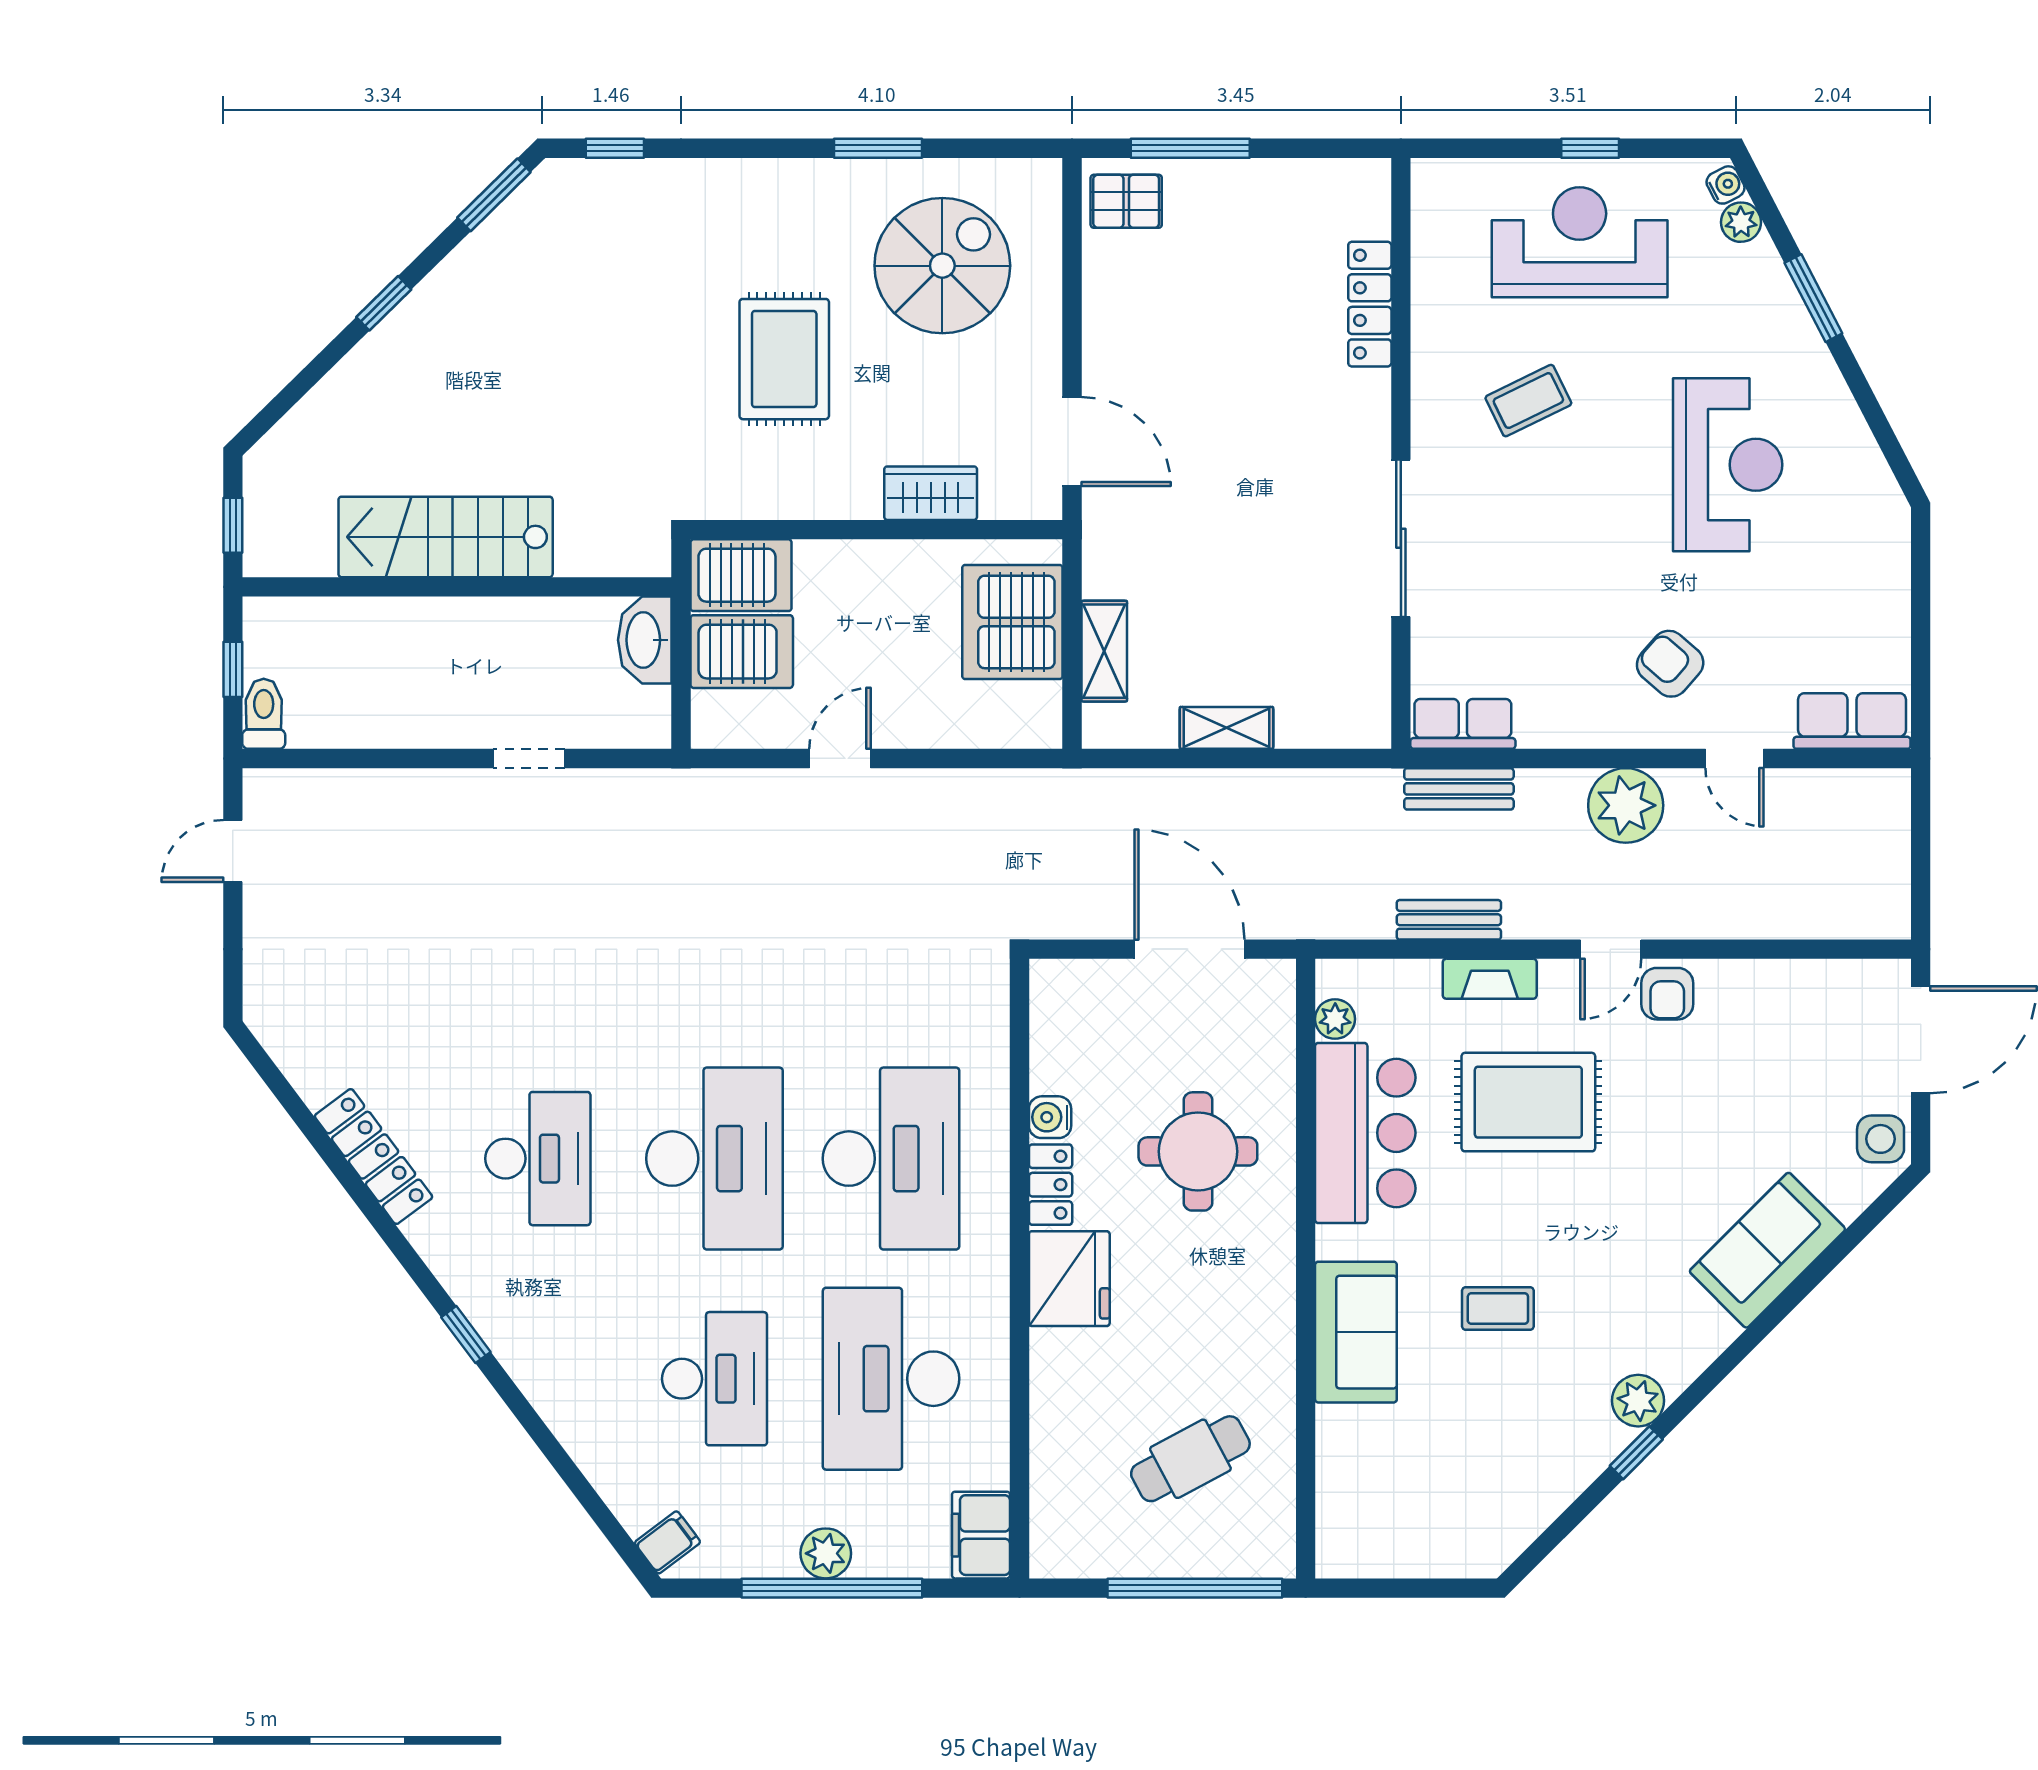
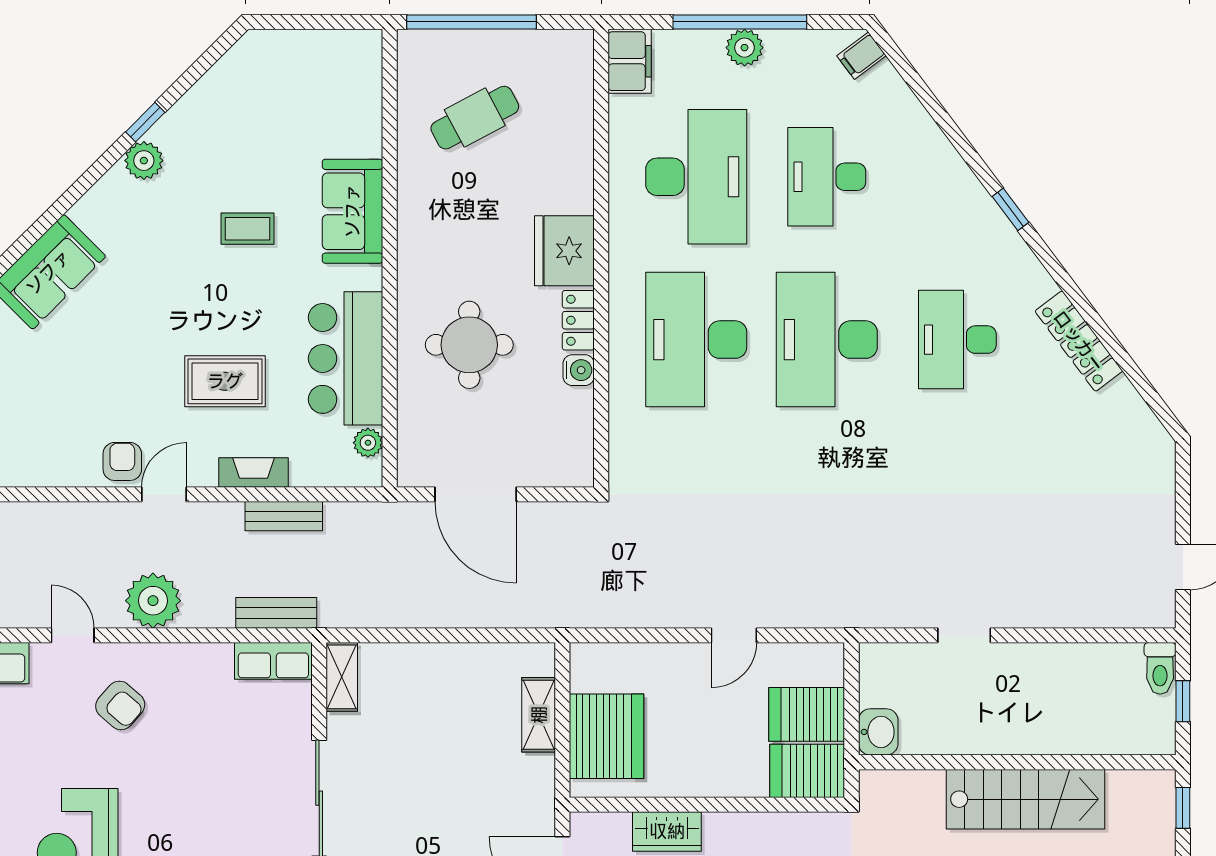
washbasin: (645, 640) -> (878, 732), width x0.72
shelving: (1226, 728) -> (342, 677), moved, turned 90
rug: (1528, 1102) -> (225, 381), width x0.73, depth x0.70

